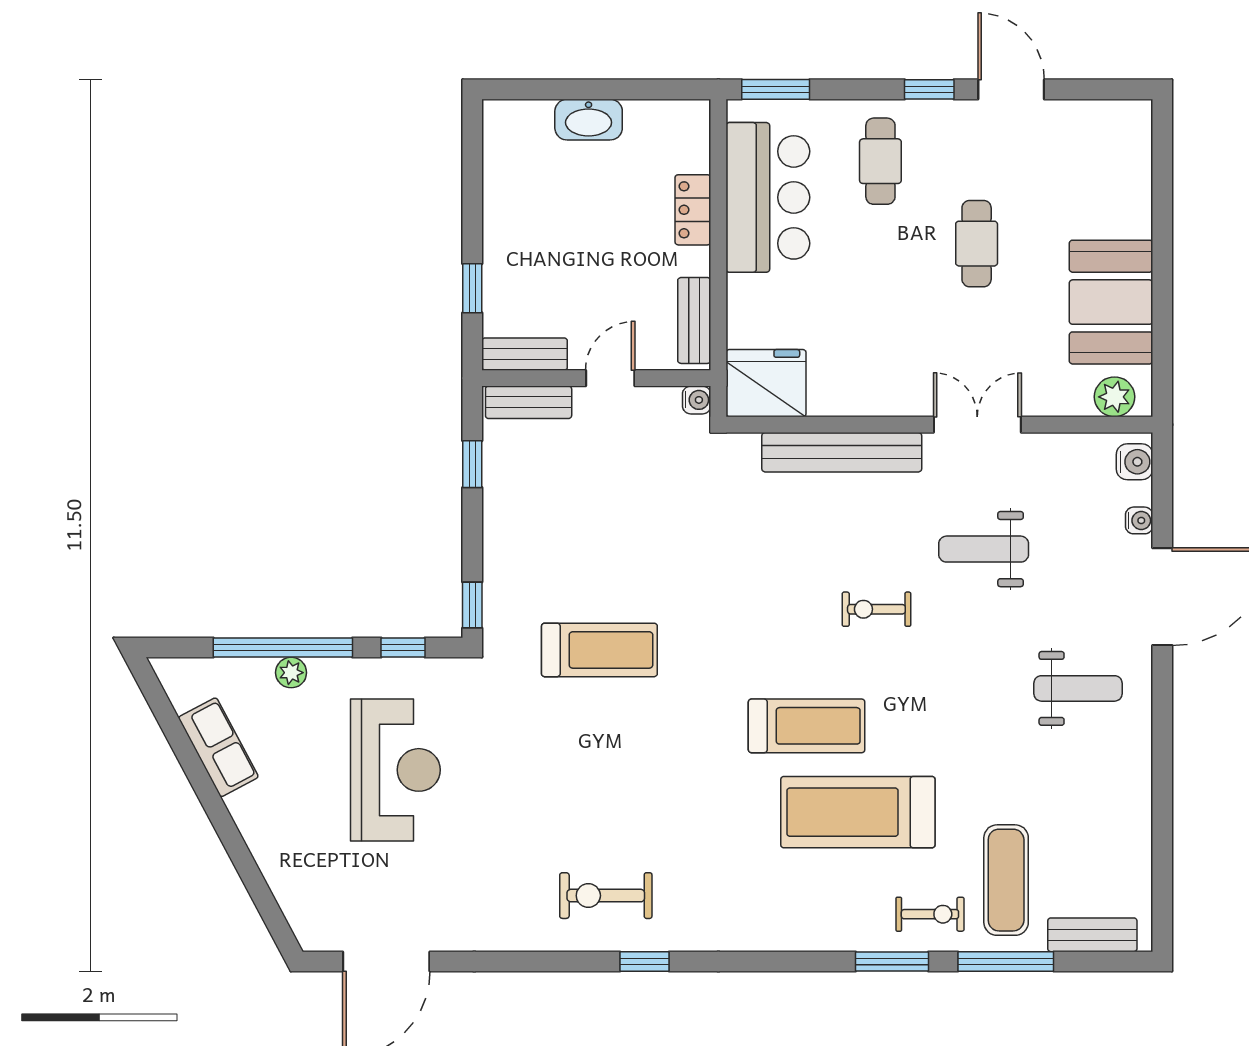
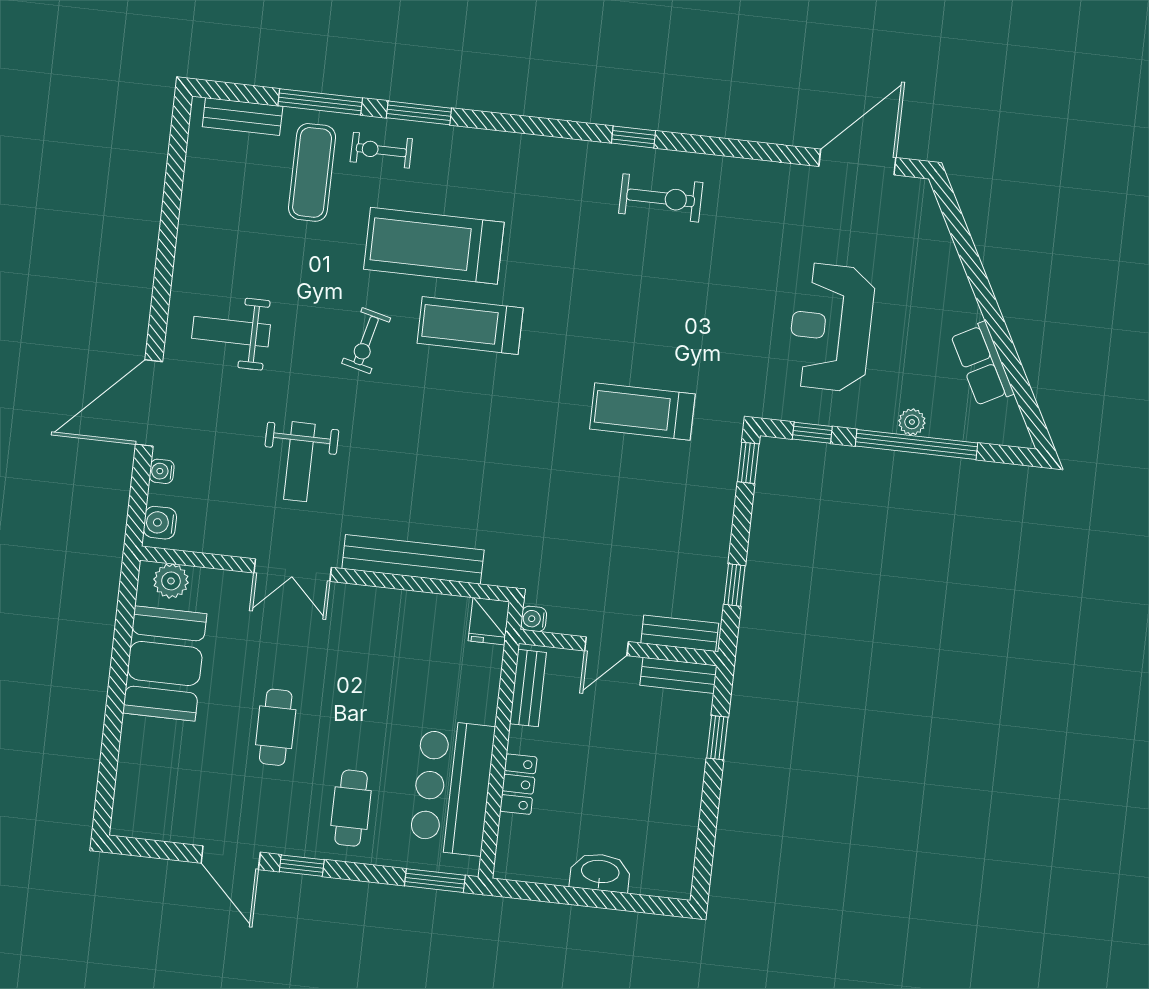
fridge: (766, 383) -> (489, 621), width x0.53, depth x0.75
weight bench: (984, 549) -> (299, 462), turned 90
exercise bike: (876, 609) -> (366, 341), moved, turned 104
treadmill: (858, 812) -> (434, 246), turned 180

